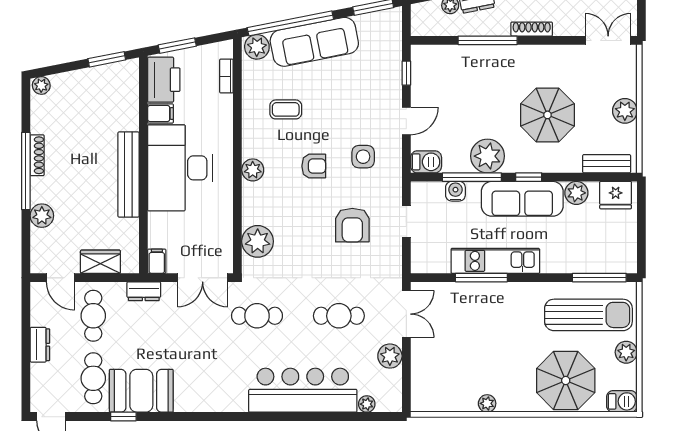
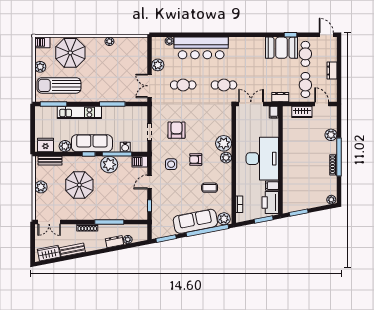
bench: (129, 174) -> (288, 155), removed
plant: (258, 241) -> (224, 143), moved
kitchen unit: (495, 261) -> (79, 112), moved

